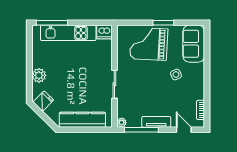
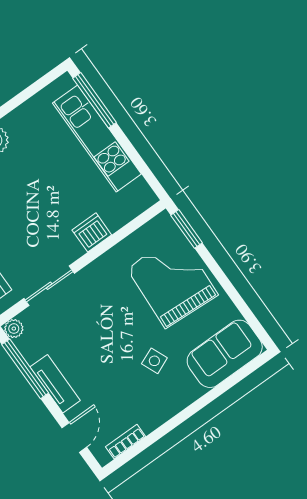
window: (163, 23) -> (187, 229), moved
dishwasher: (104, 32) -> (92, 232), moved, turned 90
sliding door: (114, 84) -> (49, 286), moved

